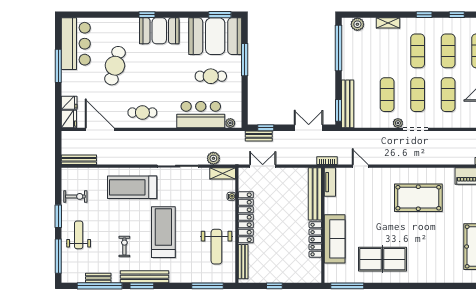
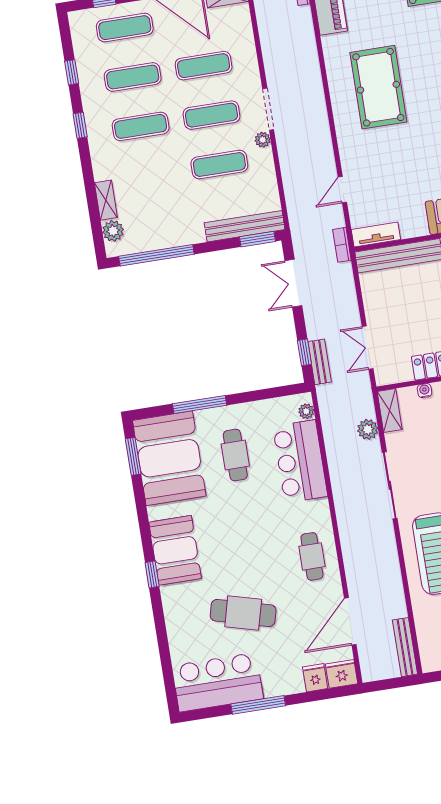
shelving: (388, 23) -> (106, 200), moved

